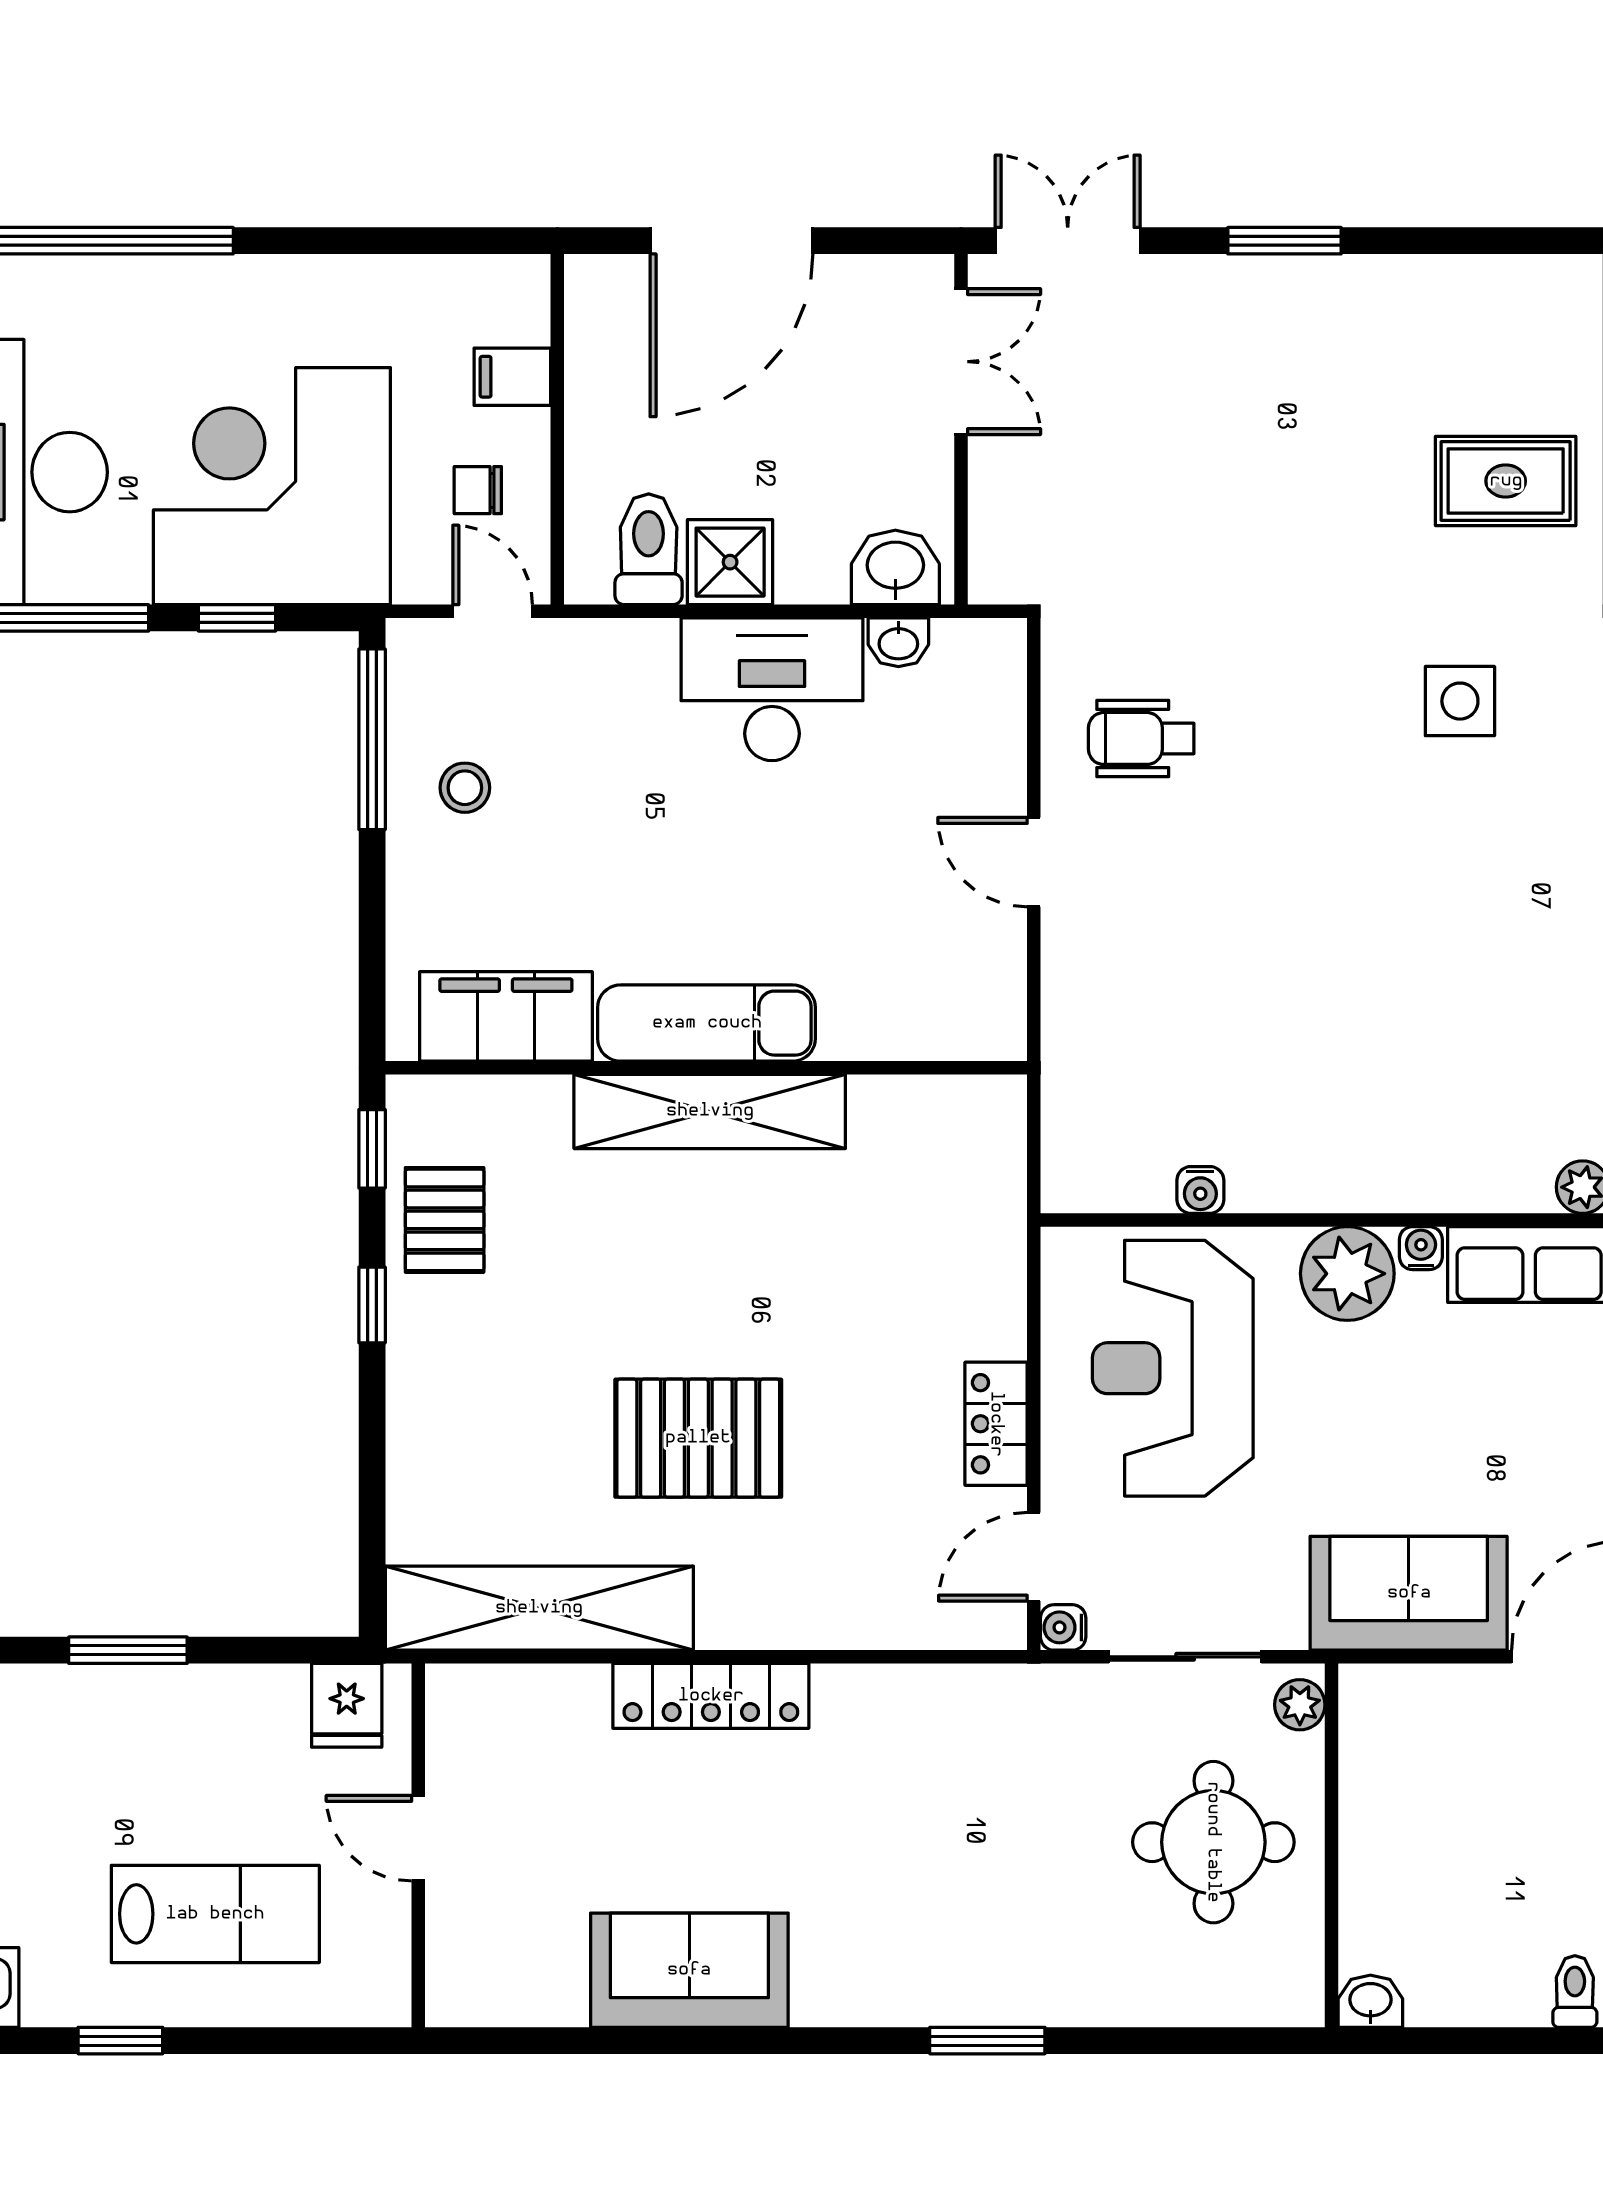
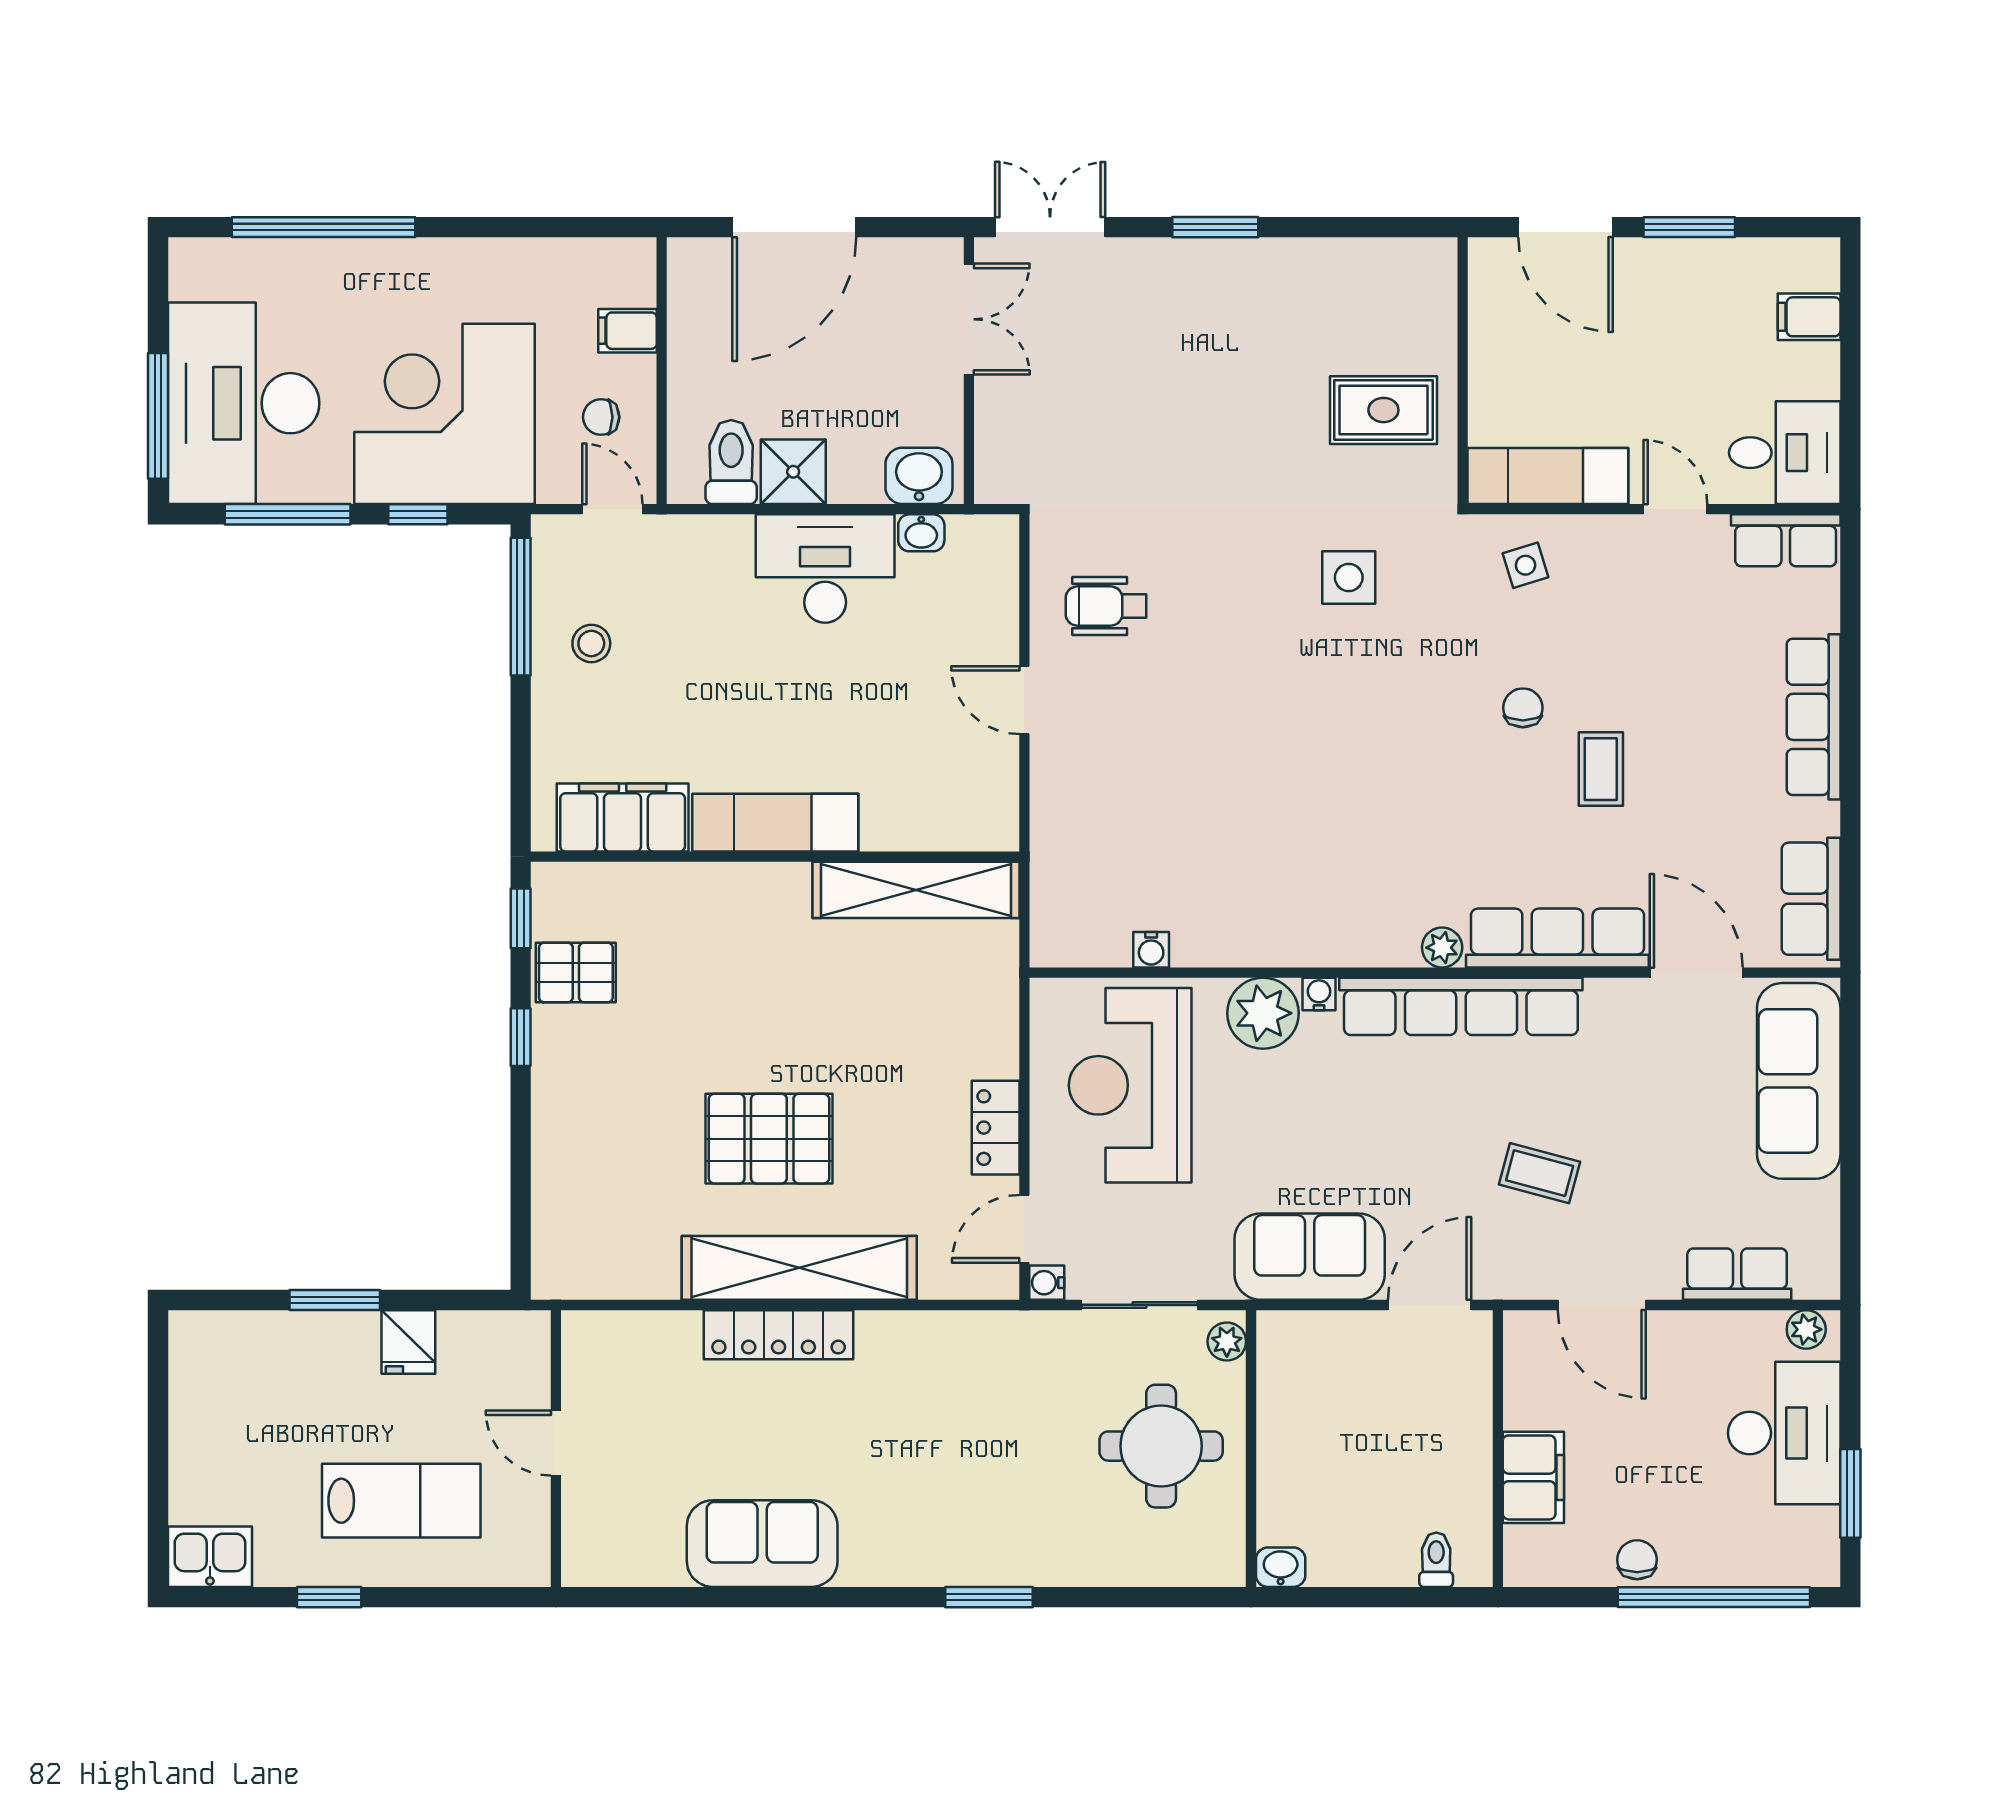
shelving: (710, 1111) -> (916, 890), moved
pallet: (445, 1220) -> (576, 972), turned 90
shelving: (539, 1608) -> (799, 1268), moved
fridge: (347, 1705) -> (408, 1342), moved

